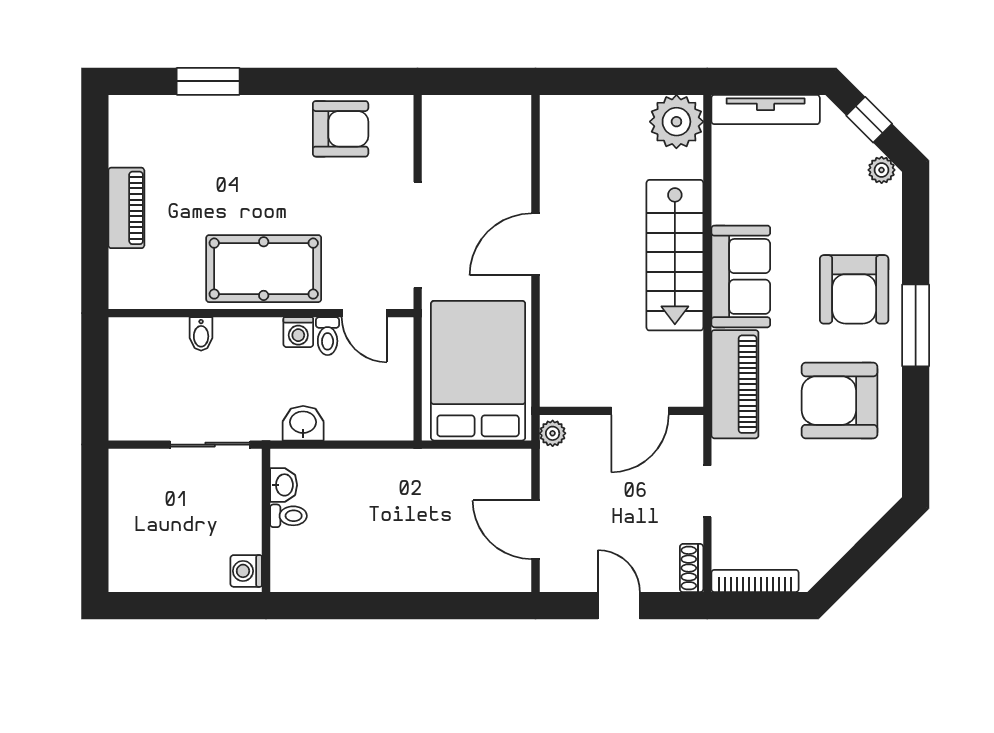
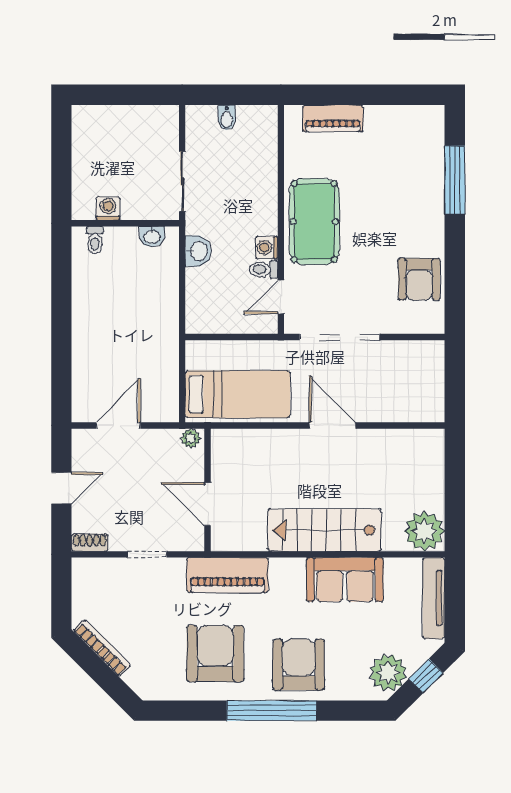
window: (208, 81) -> (455, 180), width x1.44
plant: (882, 170) -> (388, 673), width x1.88, depth x1.88
piano: (126, 208) -> (333, 118), moved
sofa: (741, 276) -> (345, 580), moved
armchair: (854, 289) -> (299, 665), turned 90
window: (916, 325) -> (272, 711), width x1.46
bidet: (201, 334) -> (227, 118), moved, turned -90
bed: (478, 371) -> (238, 394), width x0.67
toilet: (288, 516) -> (95, 240), moved
washing machine: (246, 571) -> (108, 208), moved
bookcase: (755, 581) -> (102, 648), moved, turned -45

